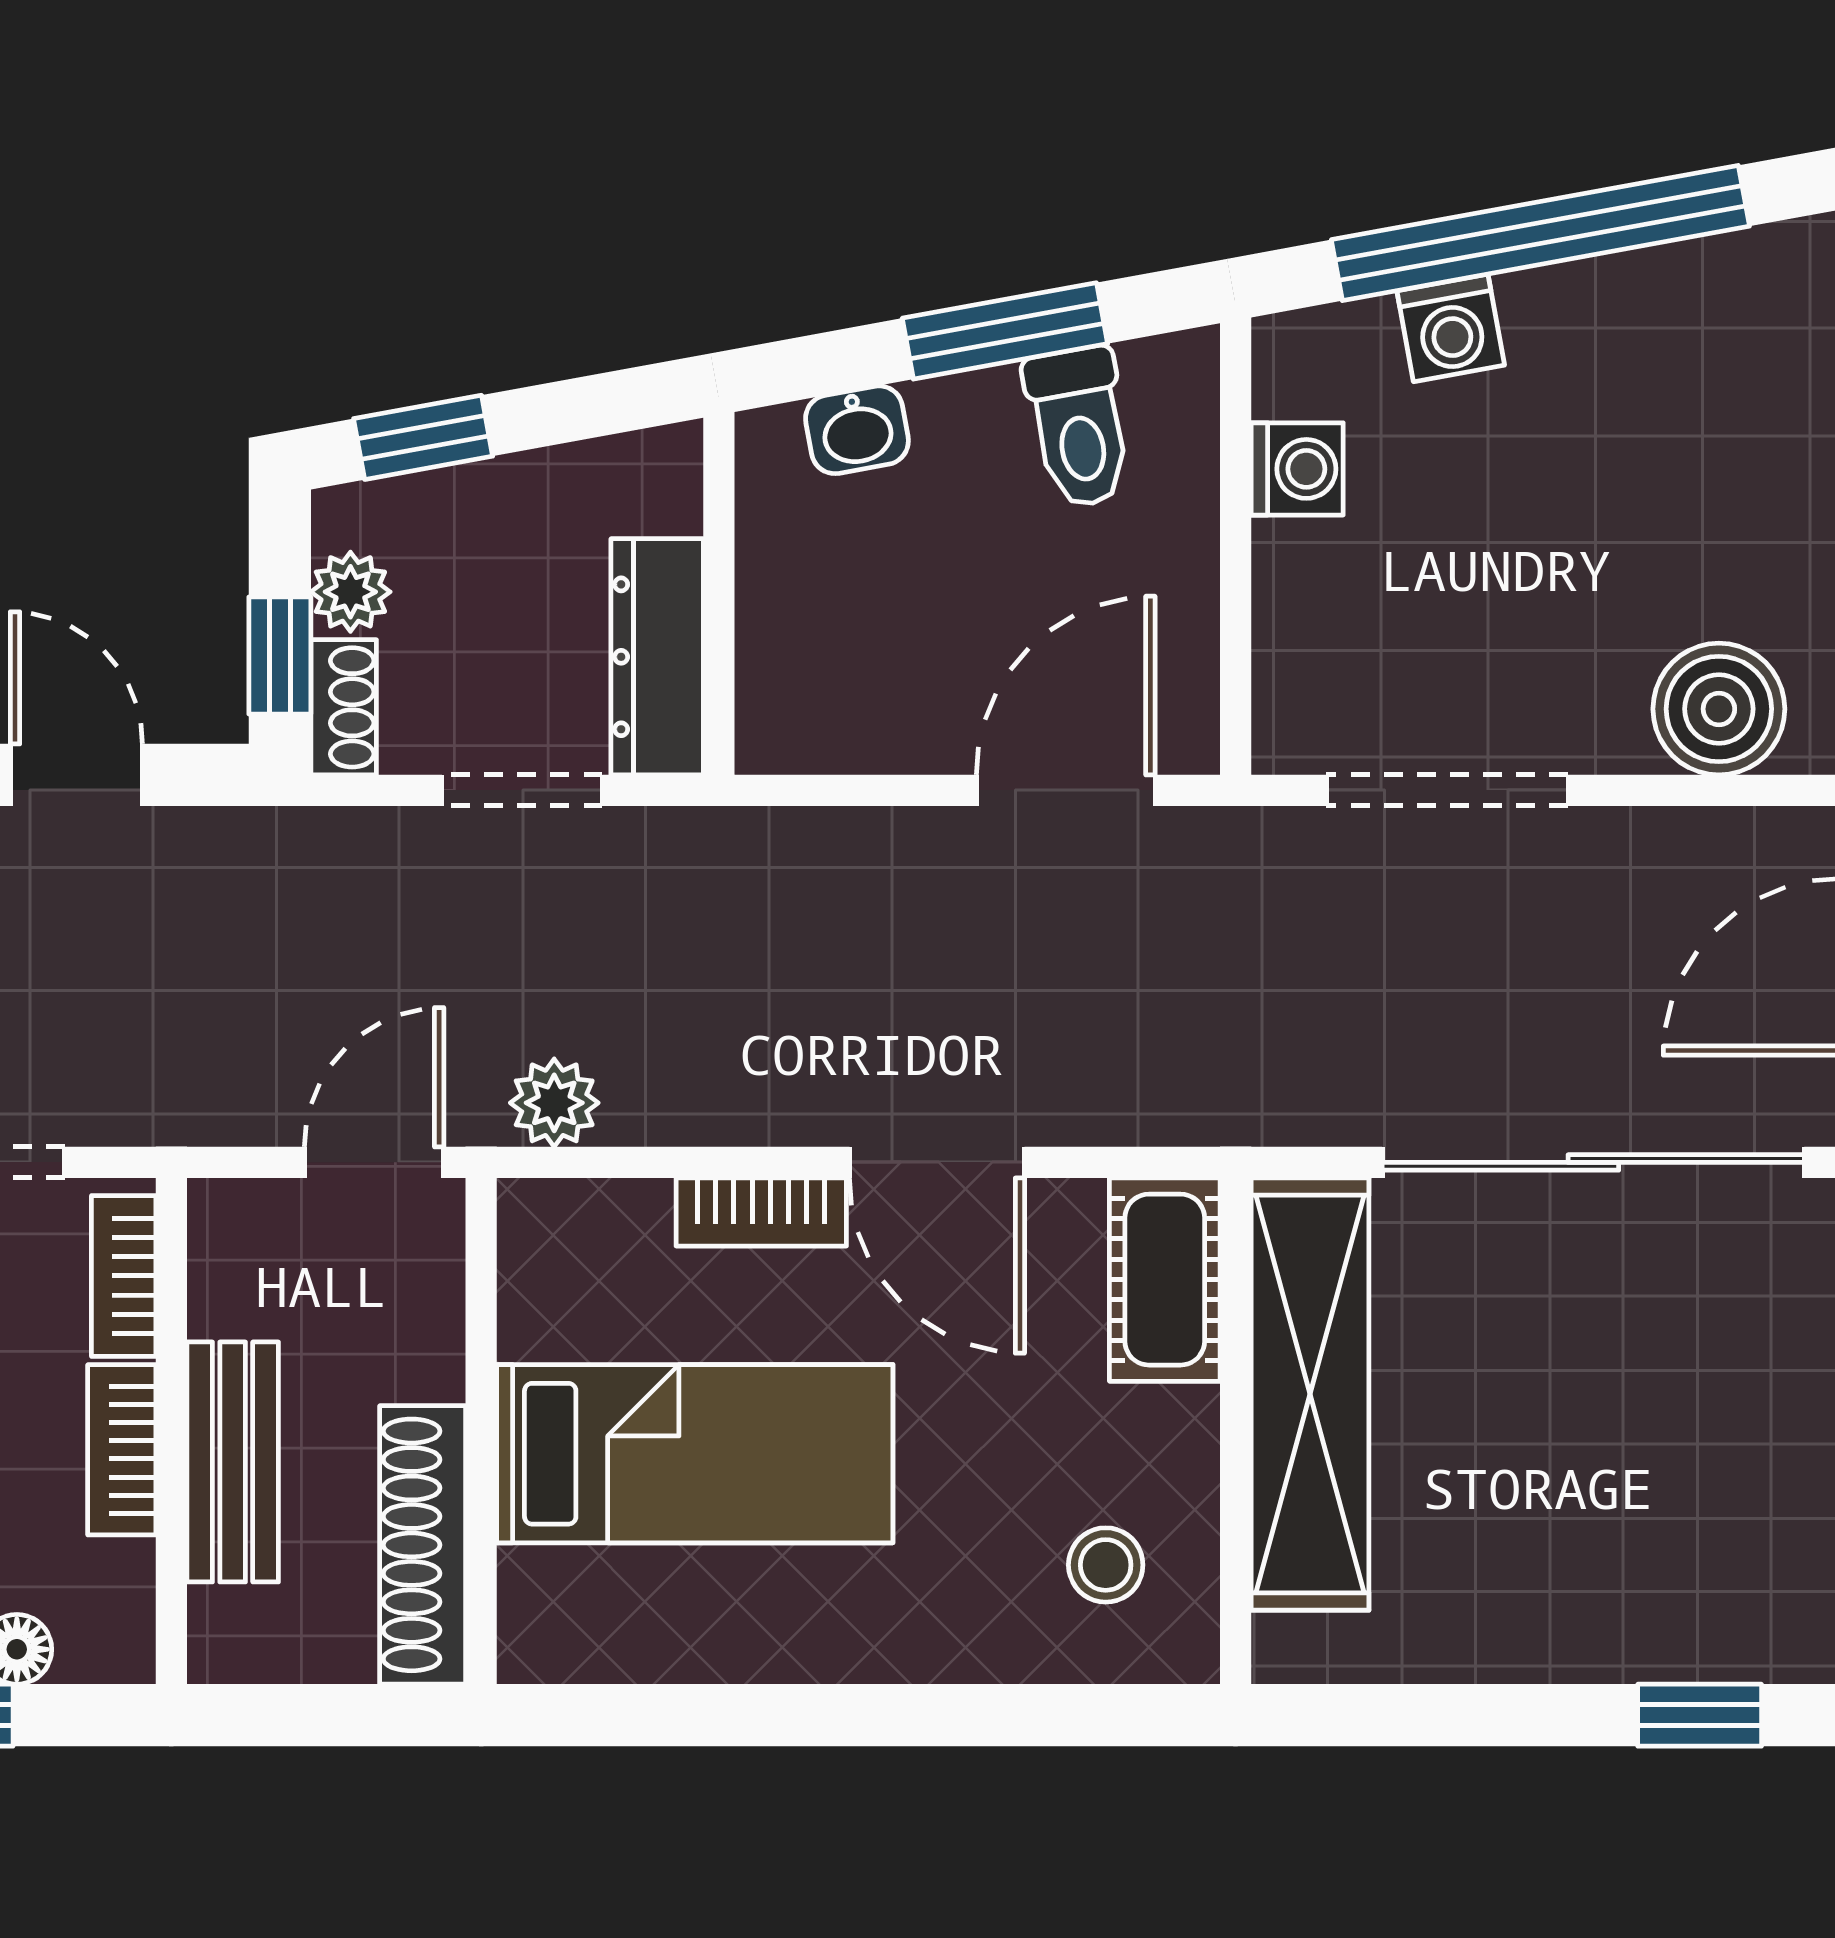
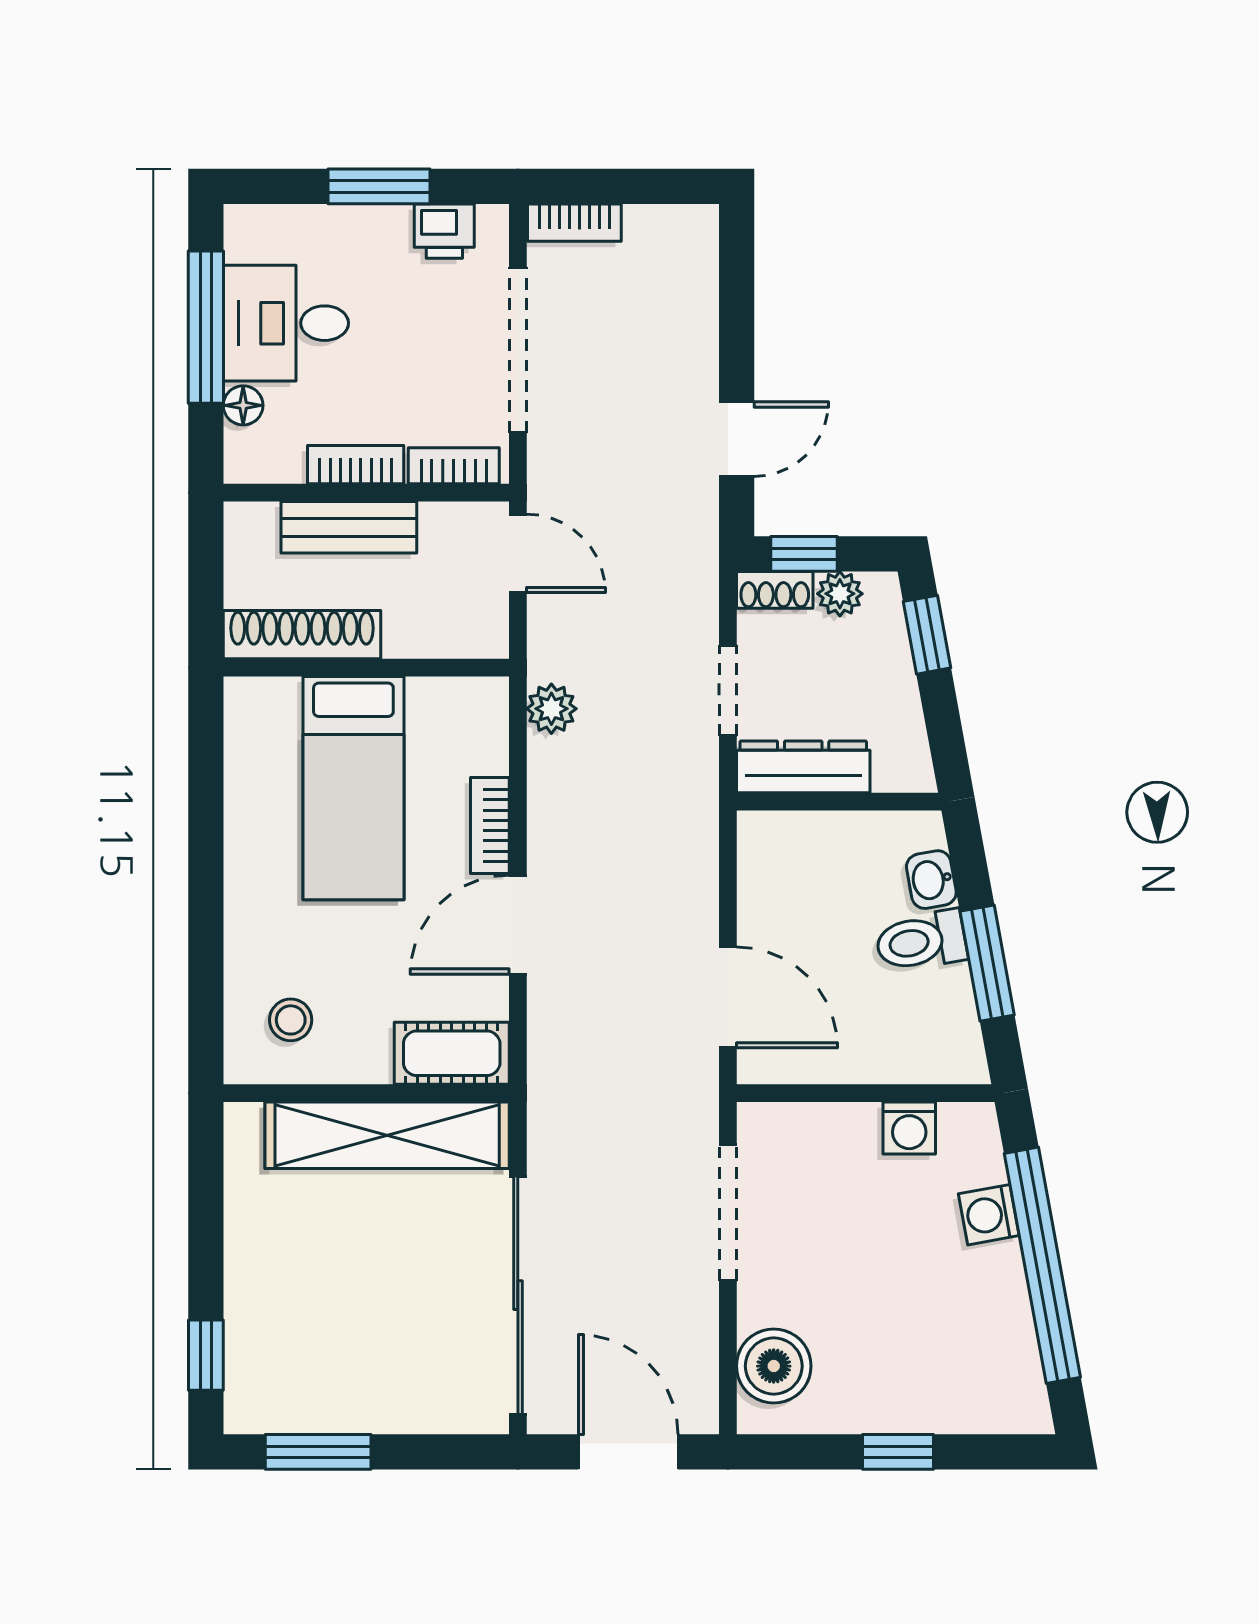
toilet: (1079, 427) -> (921, 941), moved
door: (374, 1162) -> (518, 553), moved

